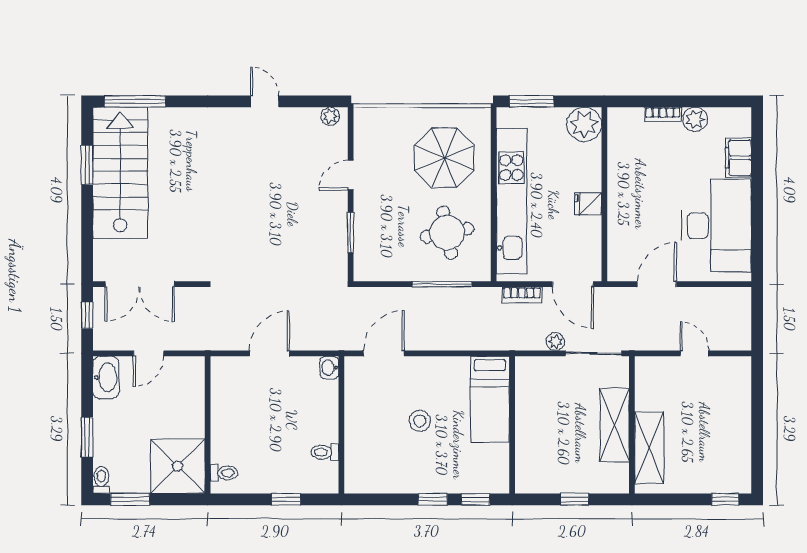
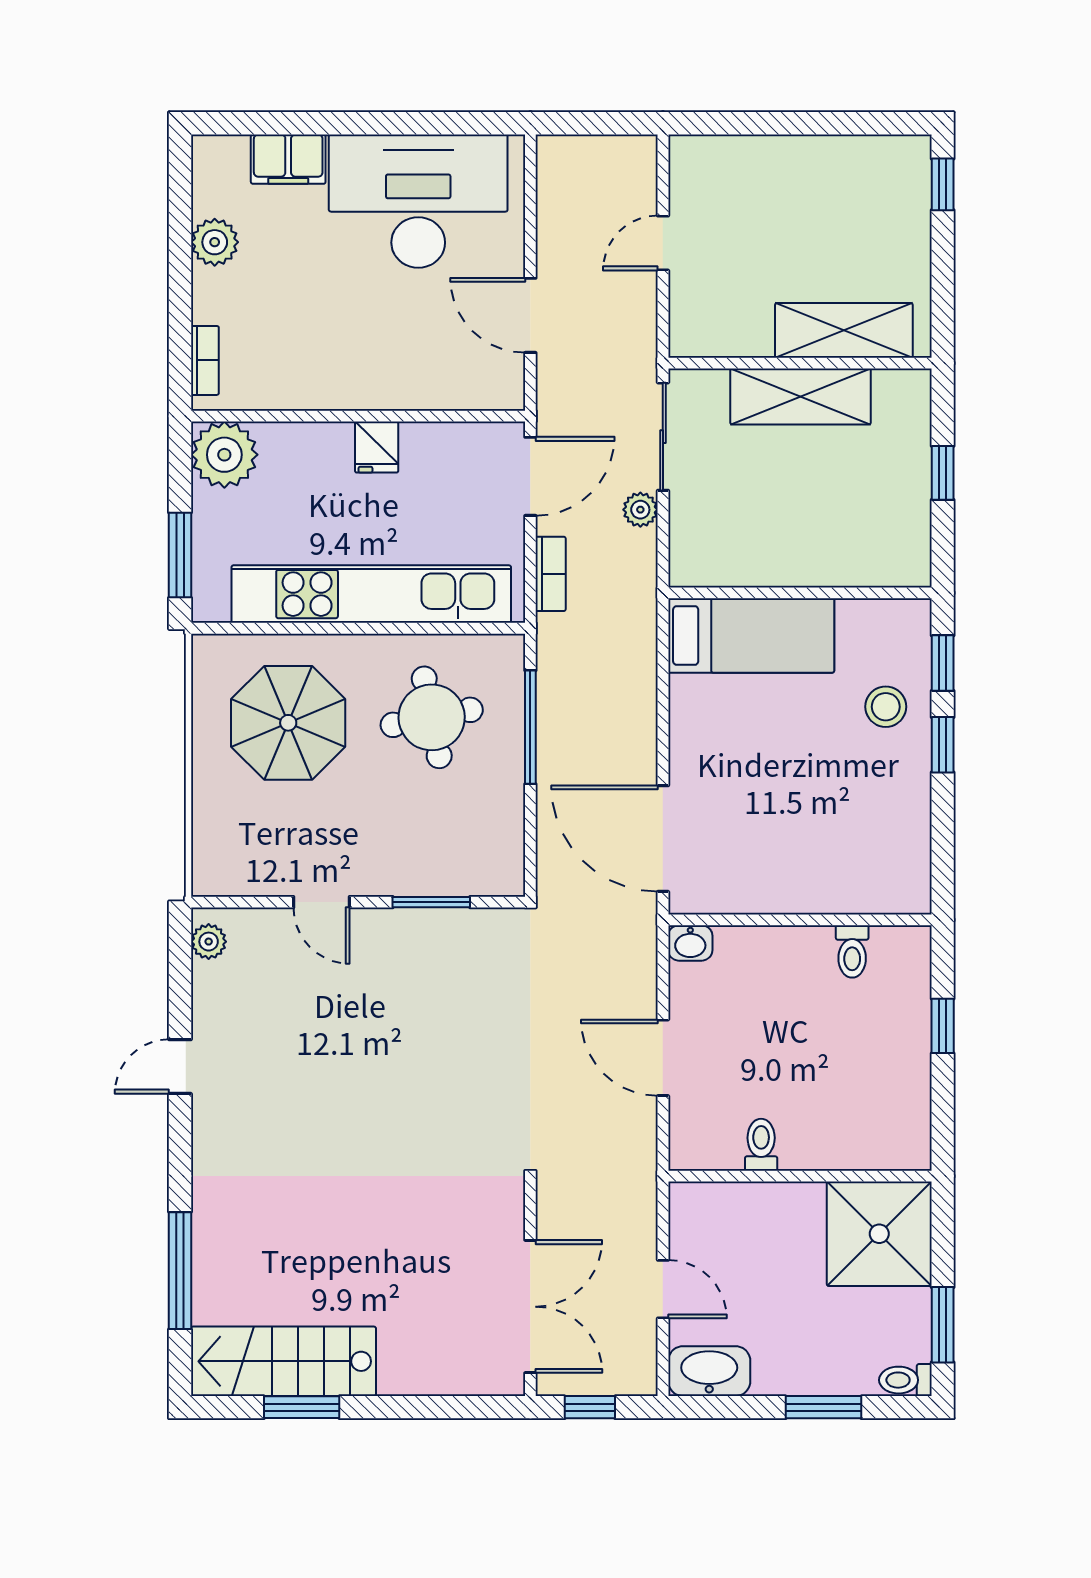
window: (135, 101) -> (180, 1271), moved
bookcase: (663, 114) -> (205, 360), moved
stairs: (120, 173) -> (283, 1361), width x0.73, depth x0.66
door: (384, 353) -> (663, 839), width x1.36
stool: (420, 421) -> (886, 707), moved
toilet: (224, 473) -> (761, 1145), moved

